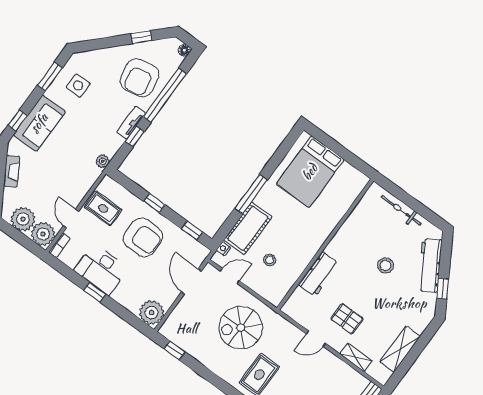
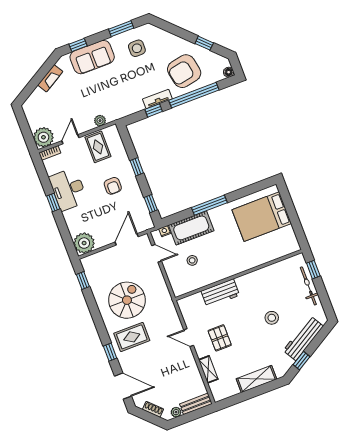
plant: (103, 161) -> (100, 121), moved
window: (396, 191) -> (313, 270), added
plant: (23, 219) -> (36, 117), removed
armchair: (143, 237) -> (113, 186), width x0.53, depth x0.53
spiral stairs: (241, 328) -> (127, 300), moved, turned 90
shelving: (400, 349) -> (256, 379), moved

